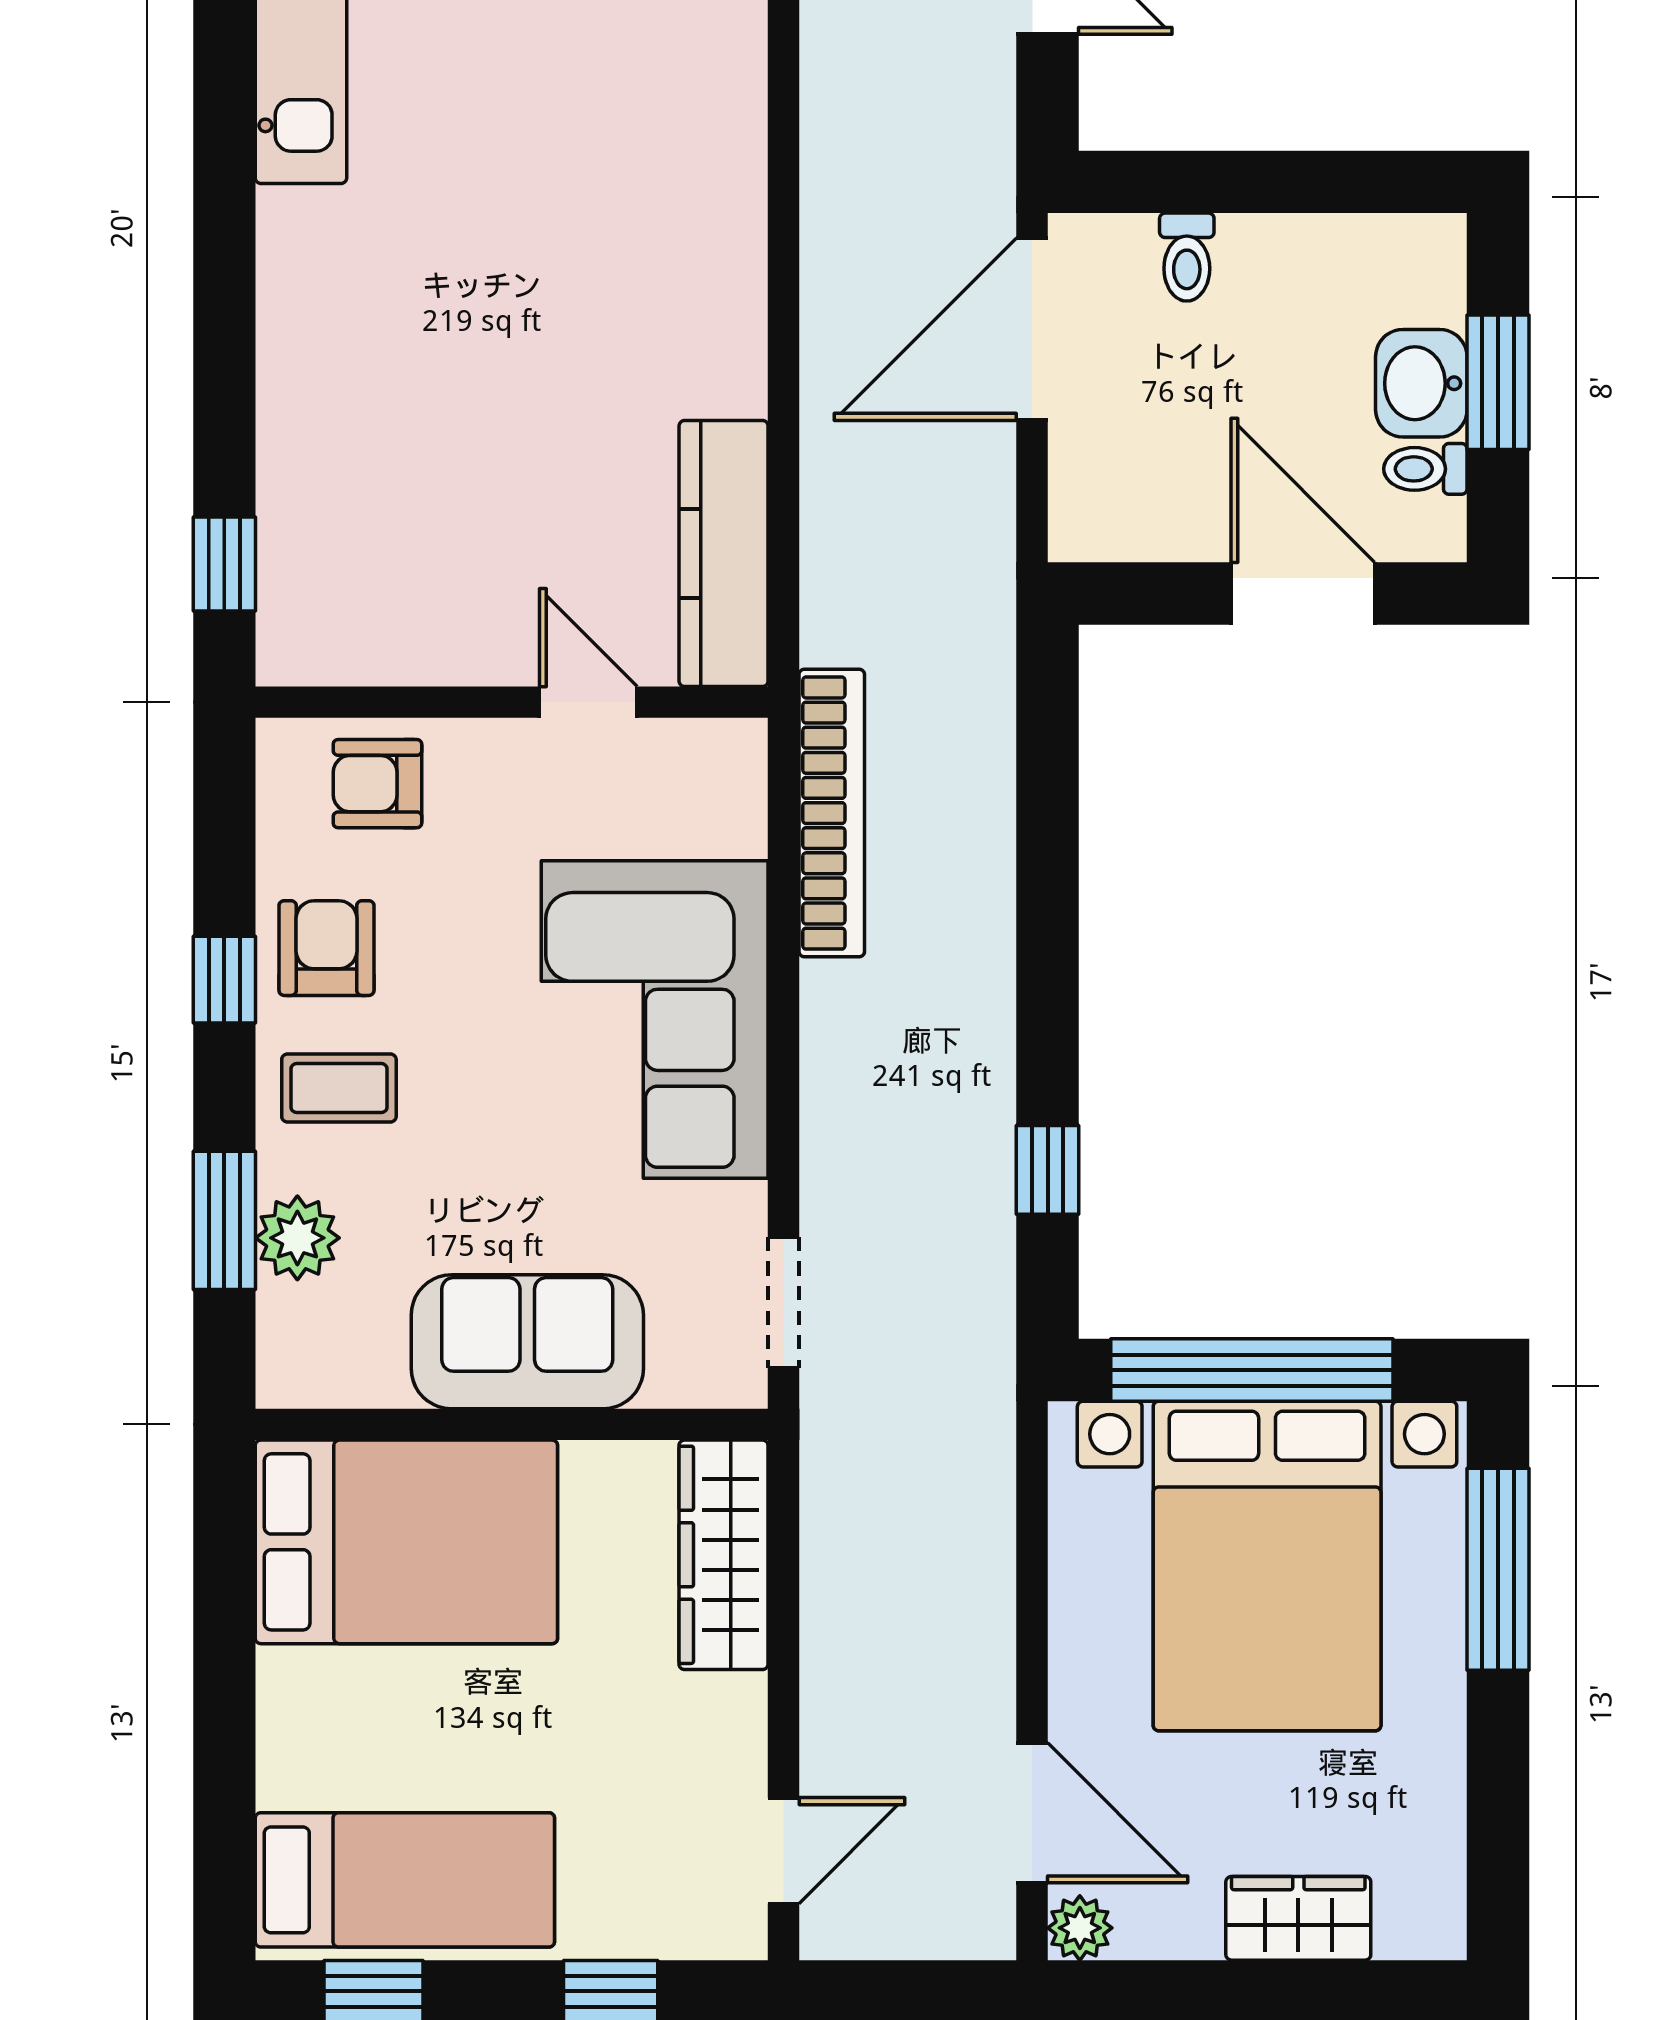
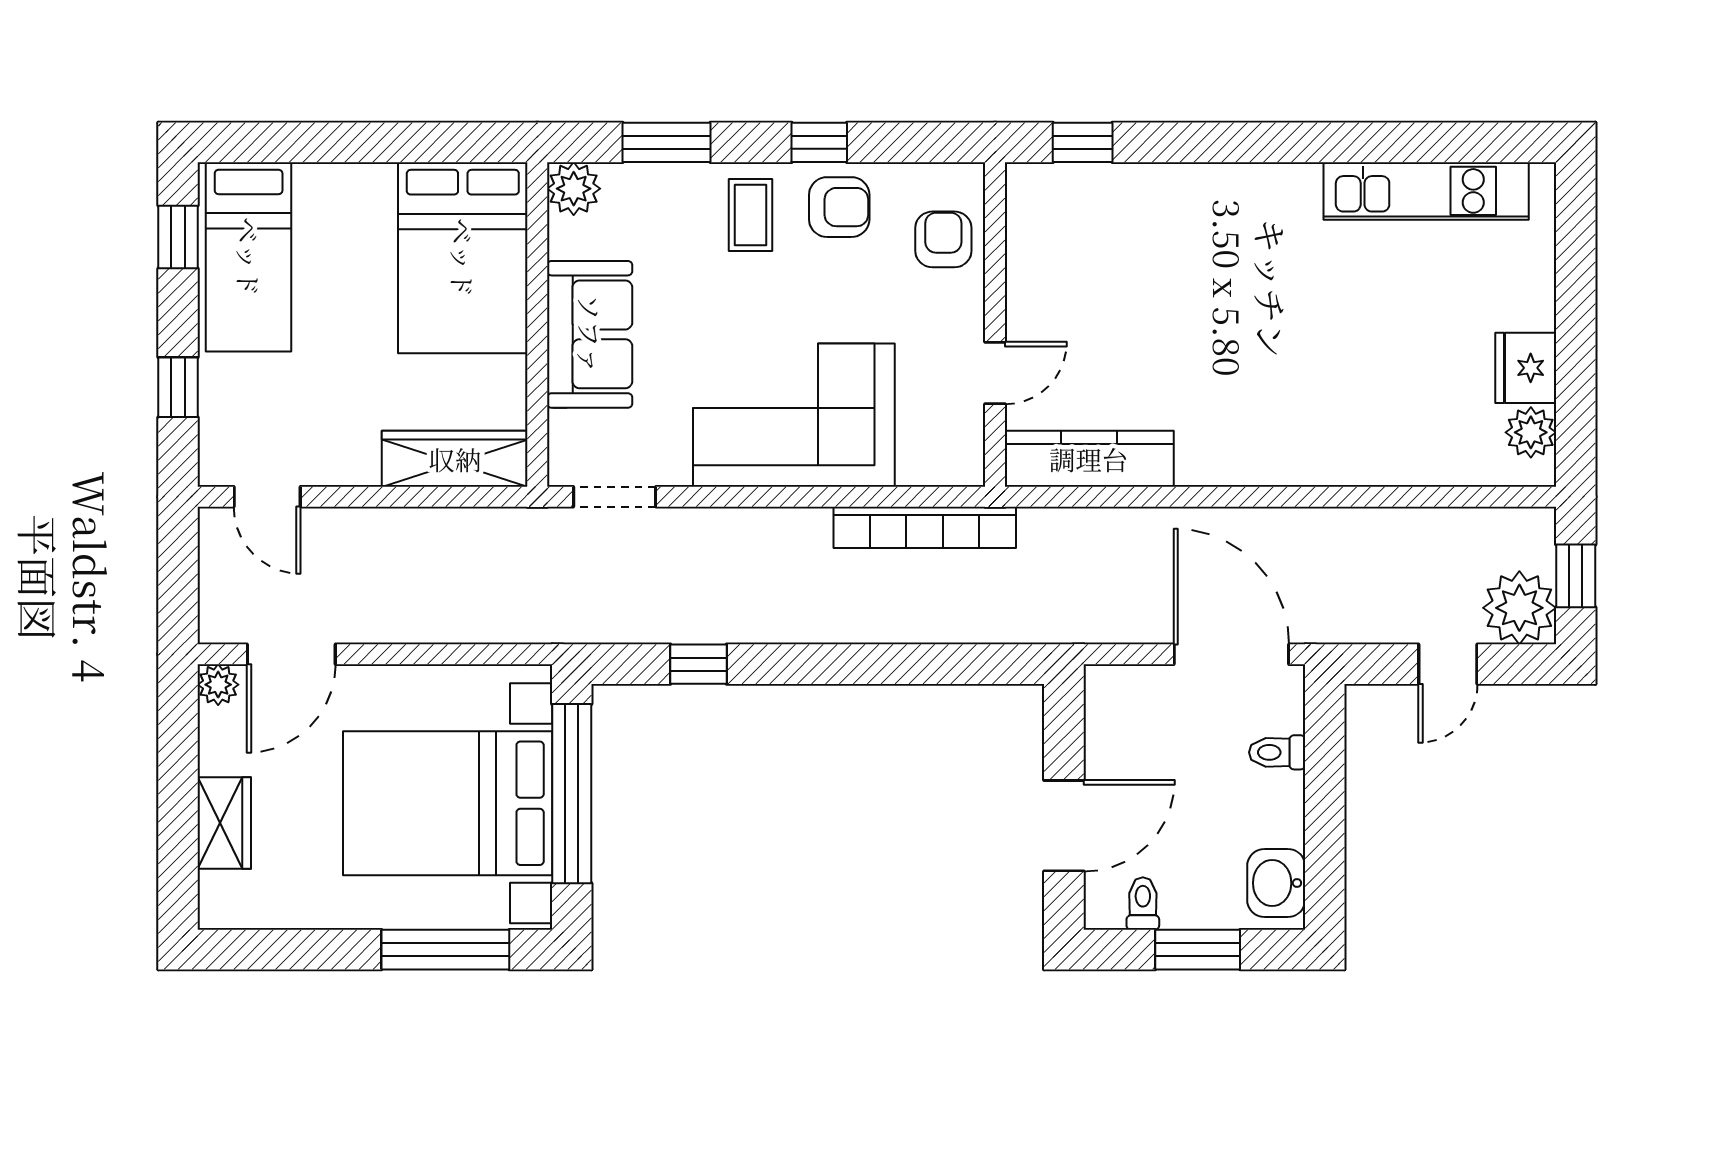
washbasin: (1421, 383) -> (1276, 883), moved, turned -90
plant: (297, 1238) -> (574, 189), moved

